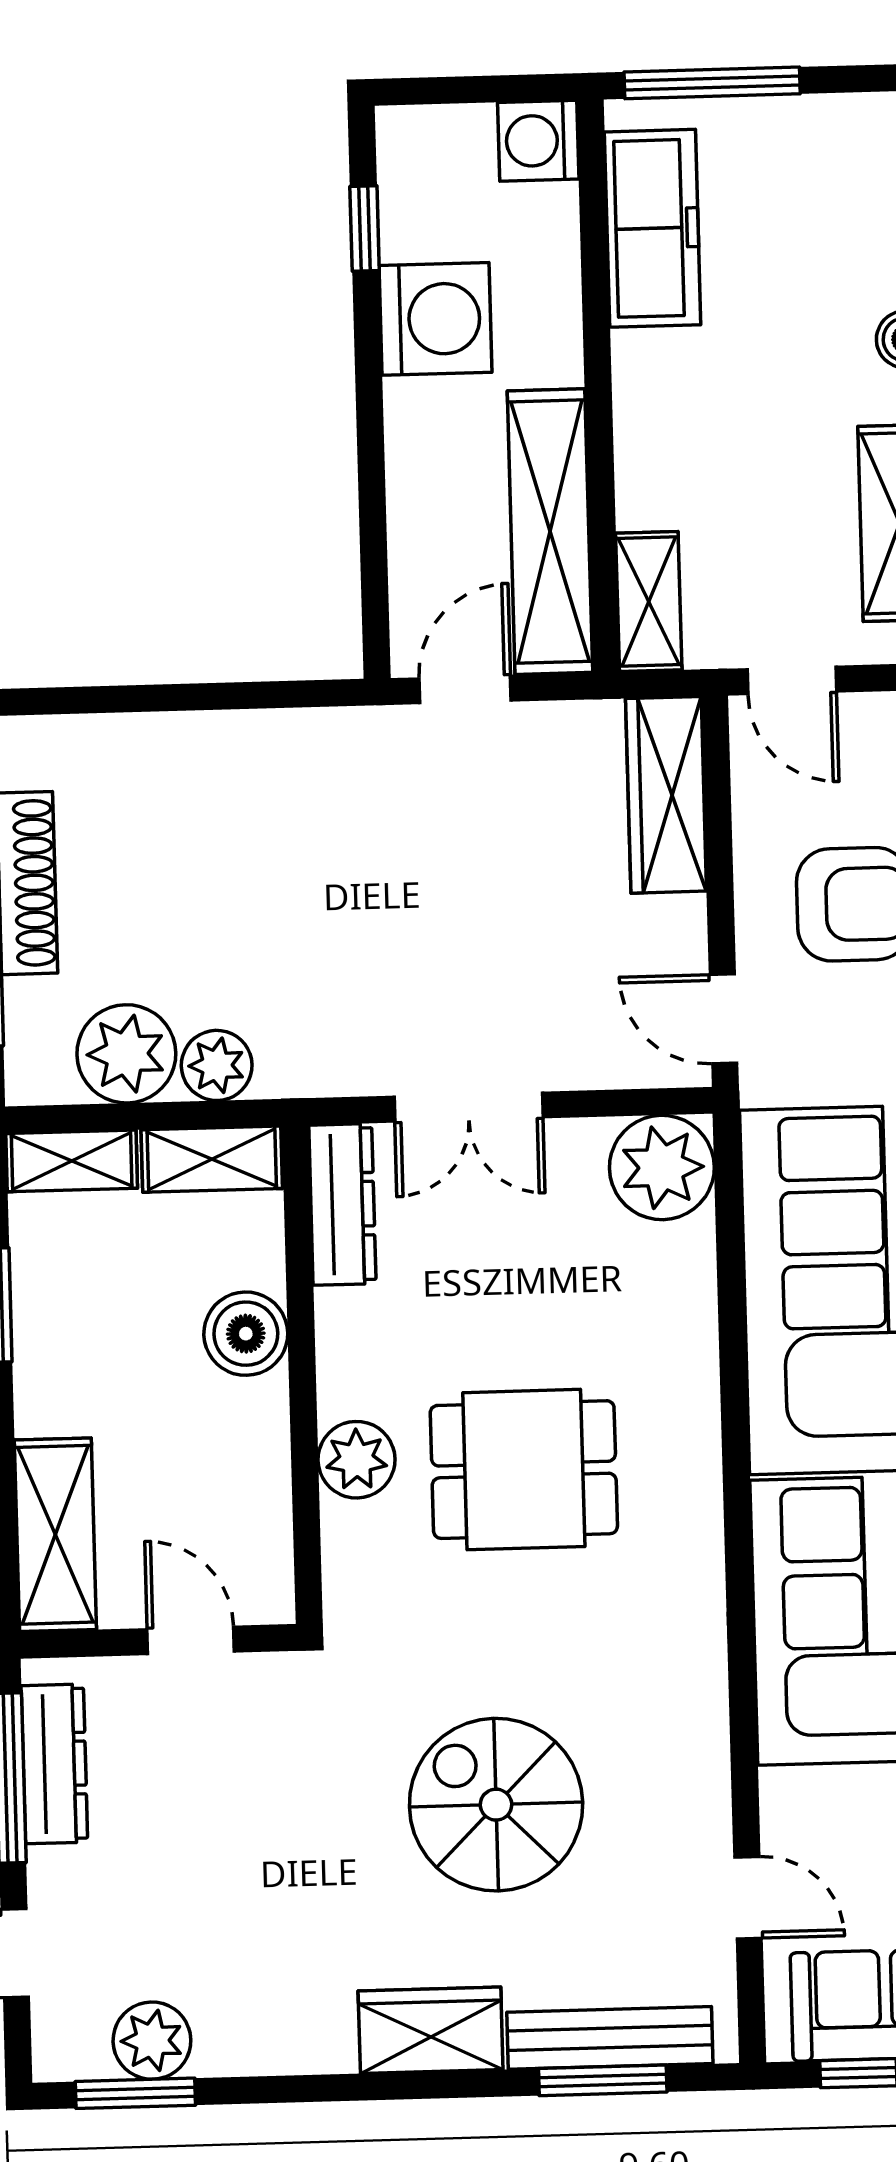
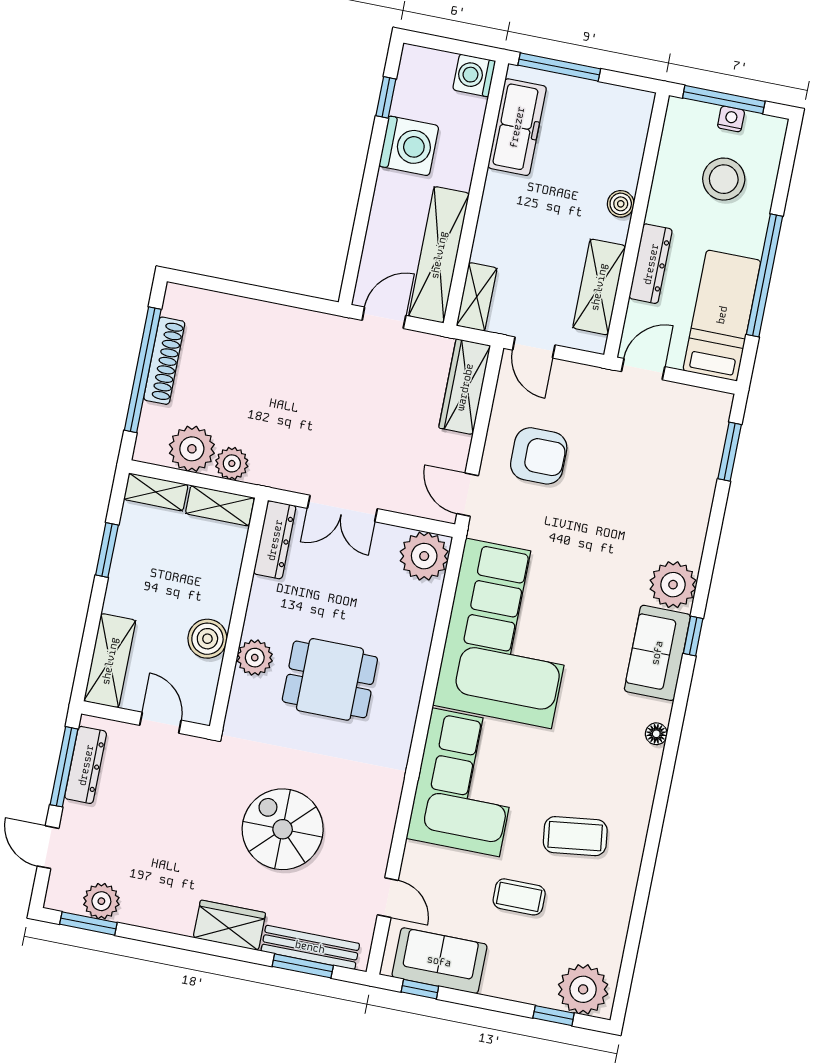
boiler: (246, 1334) -> (207, 639), moved

